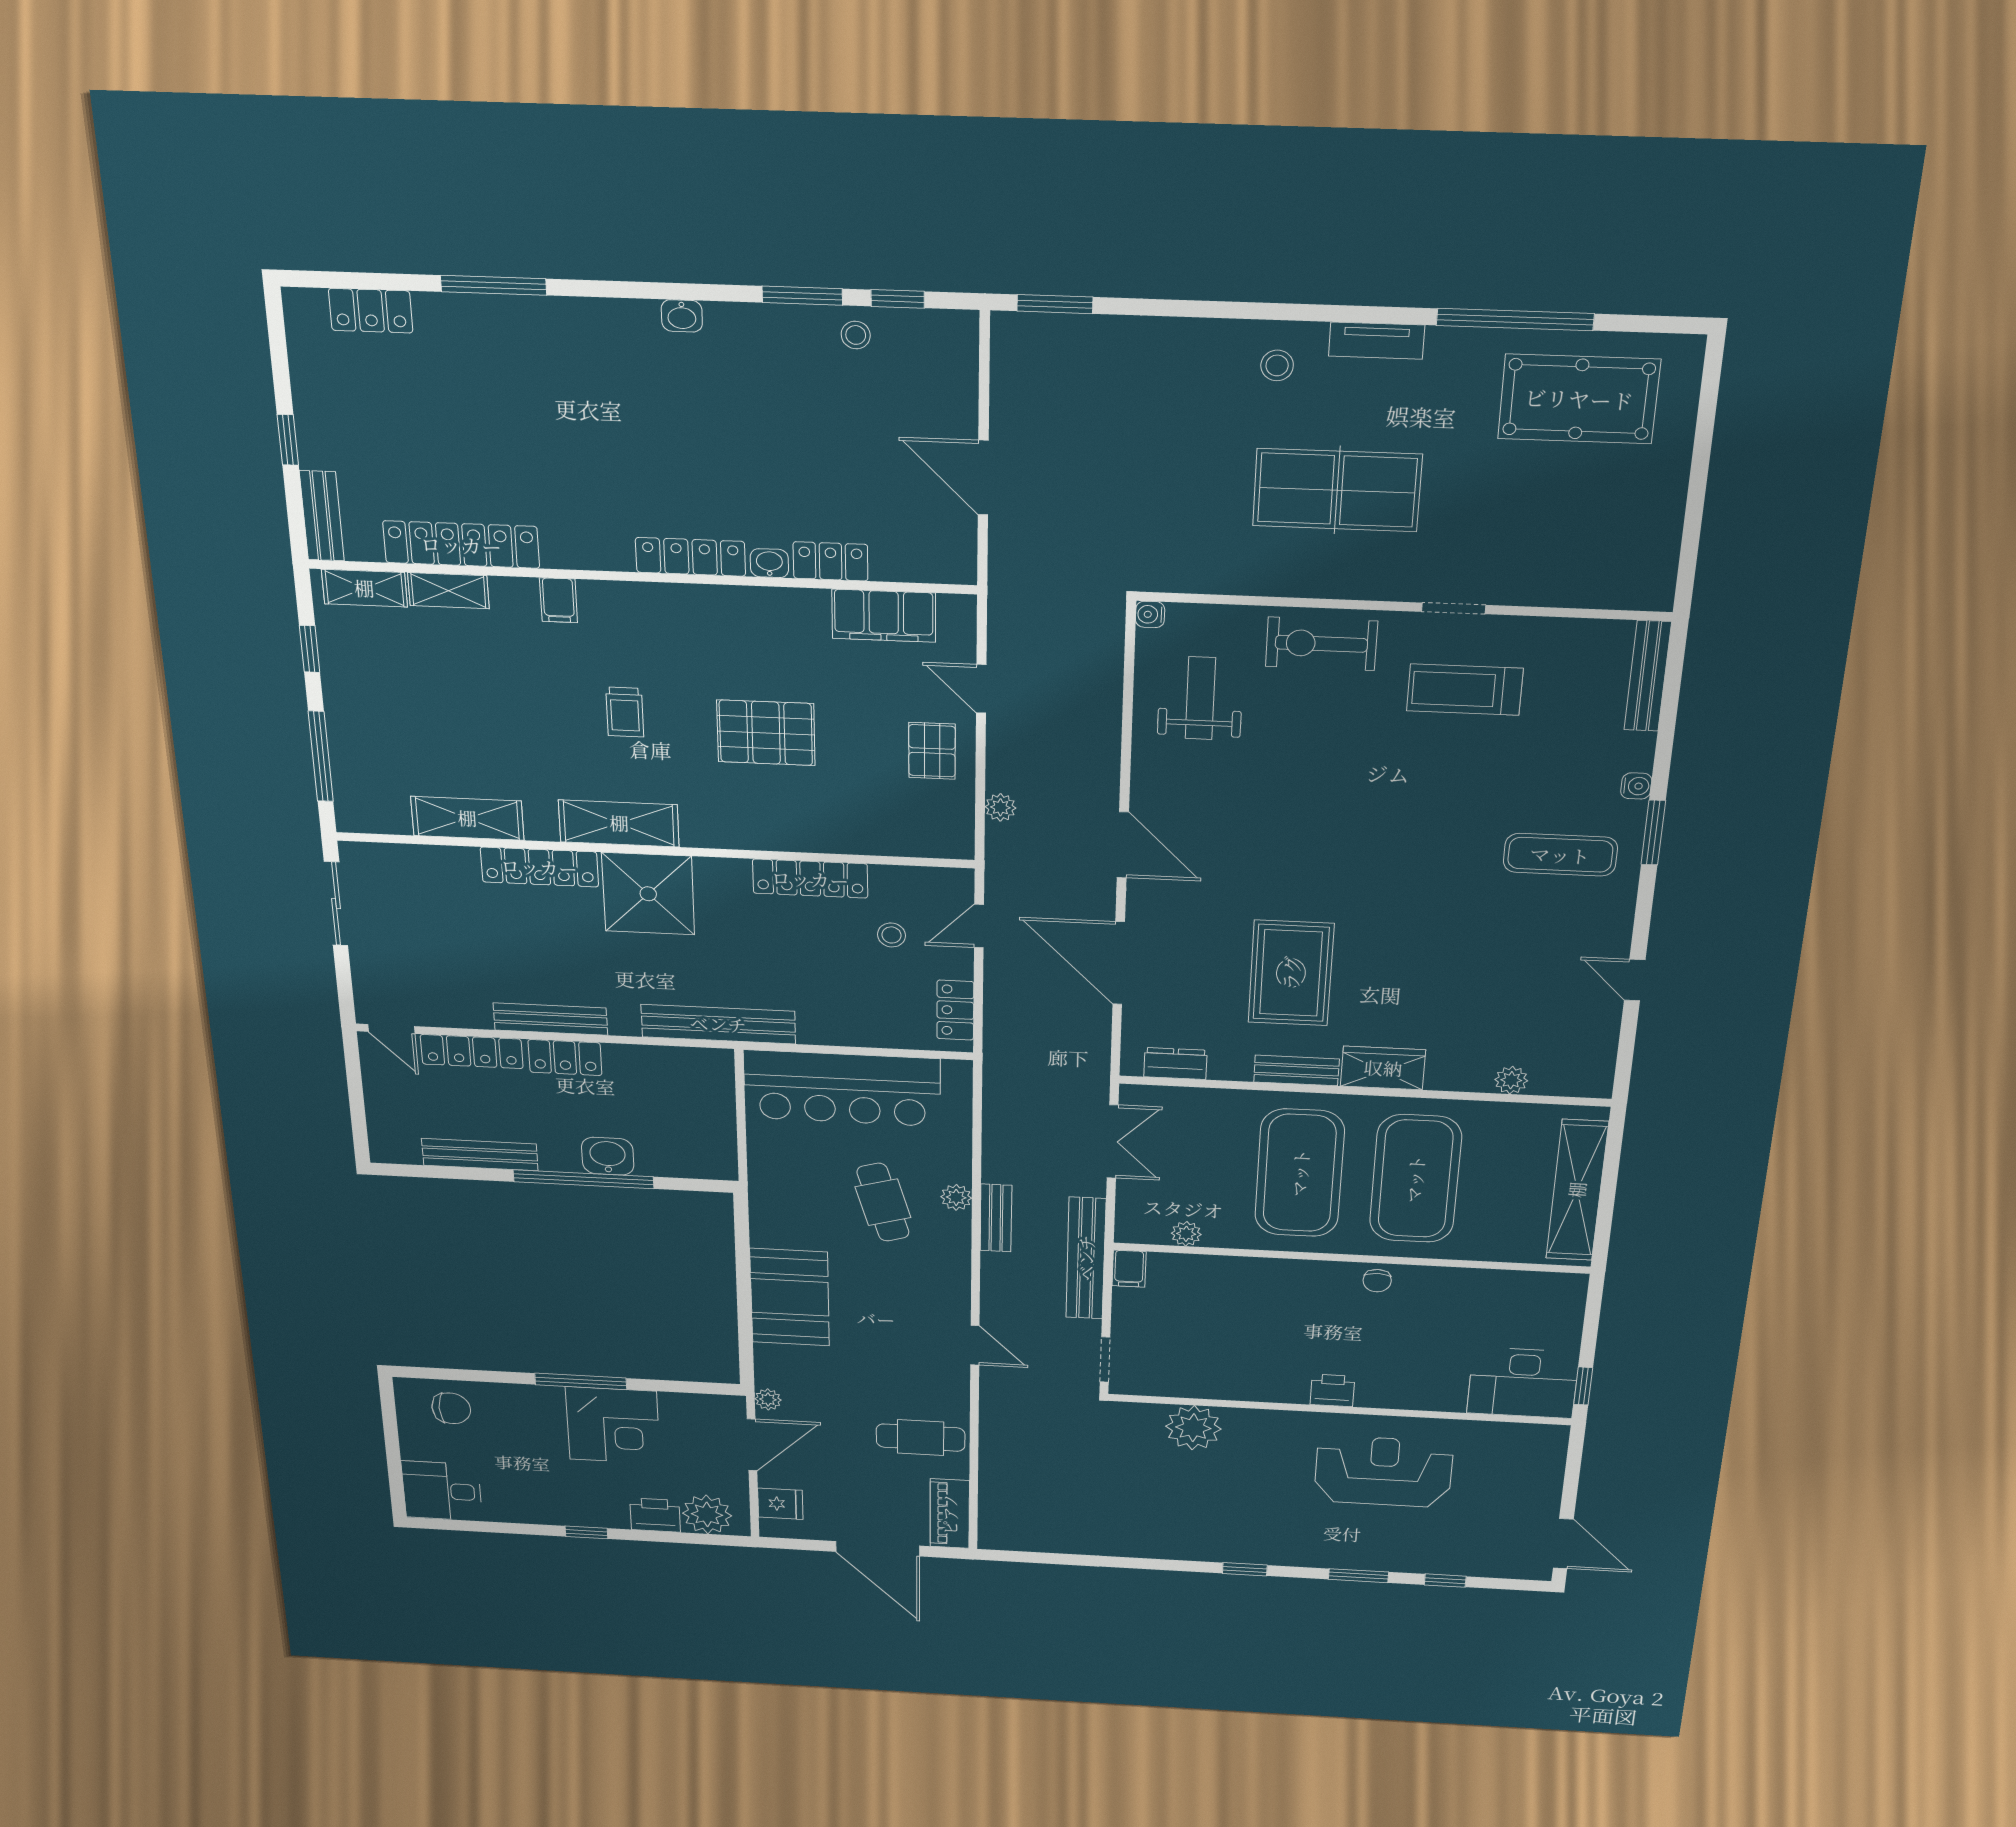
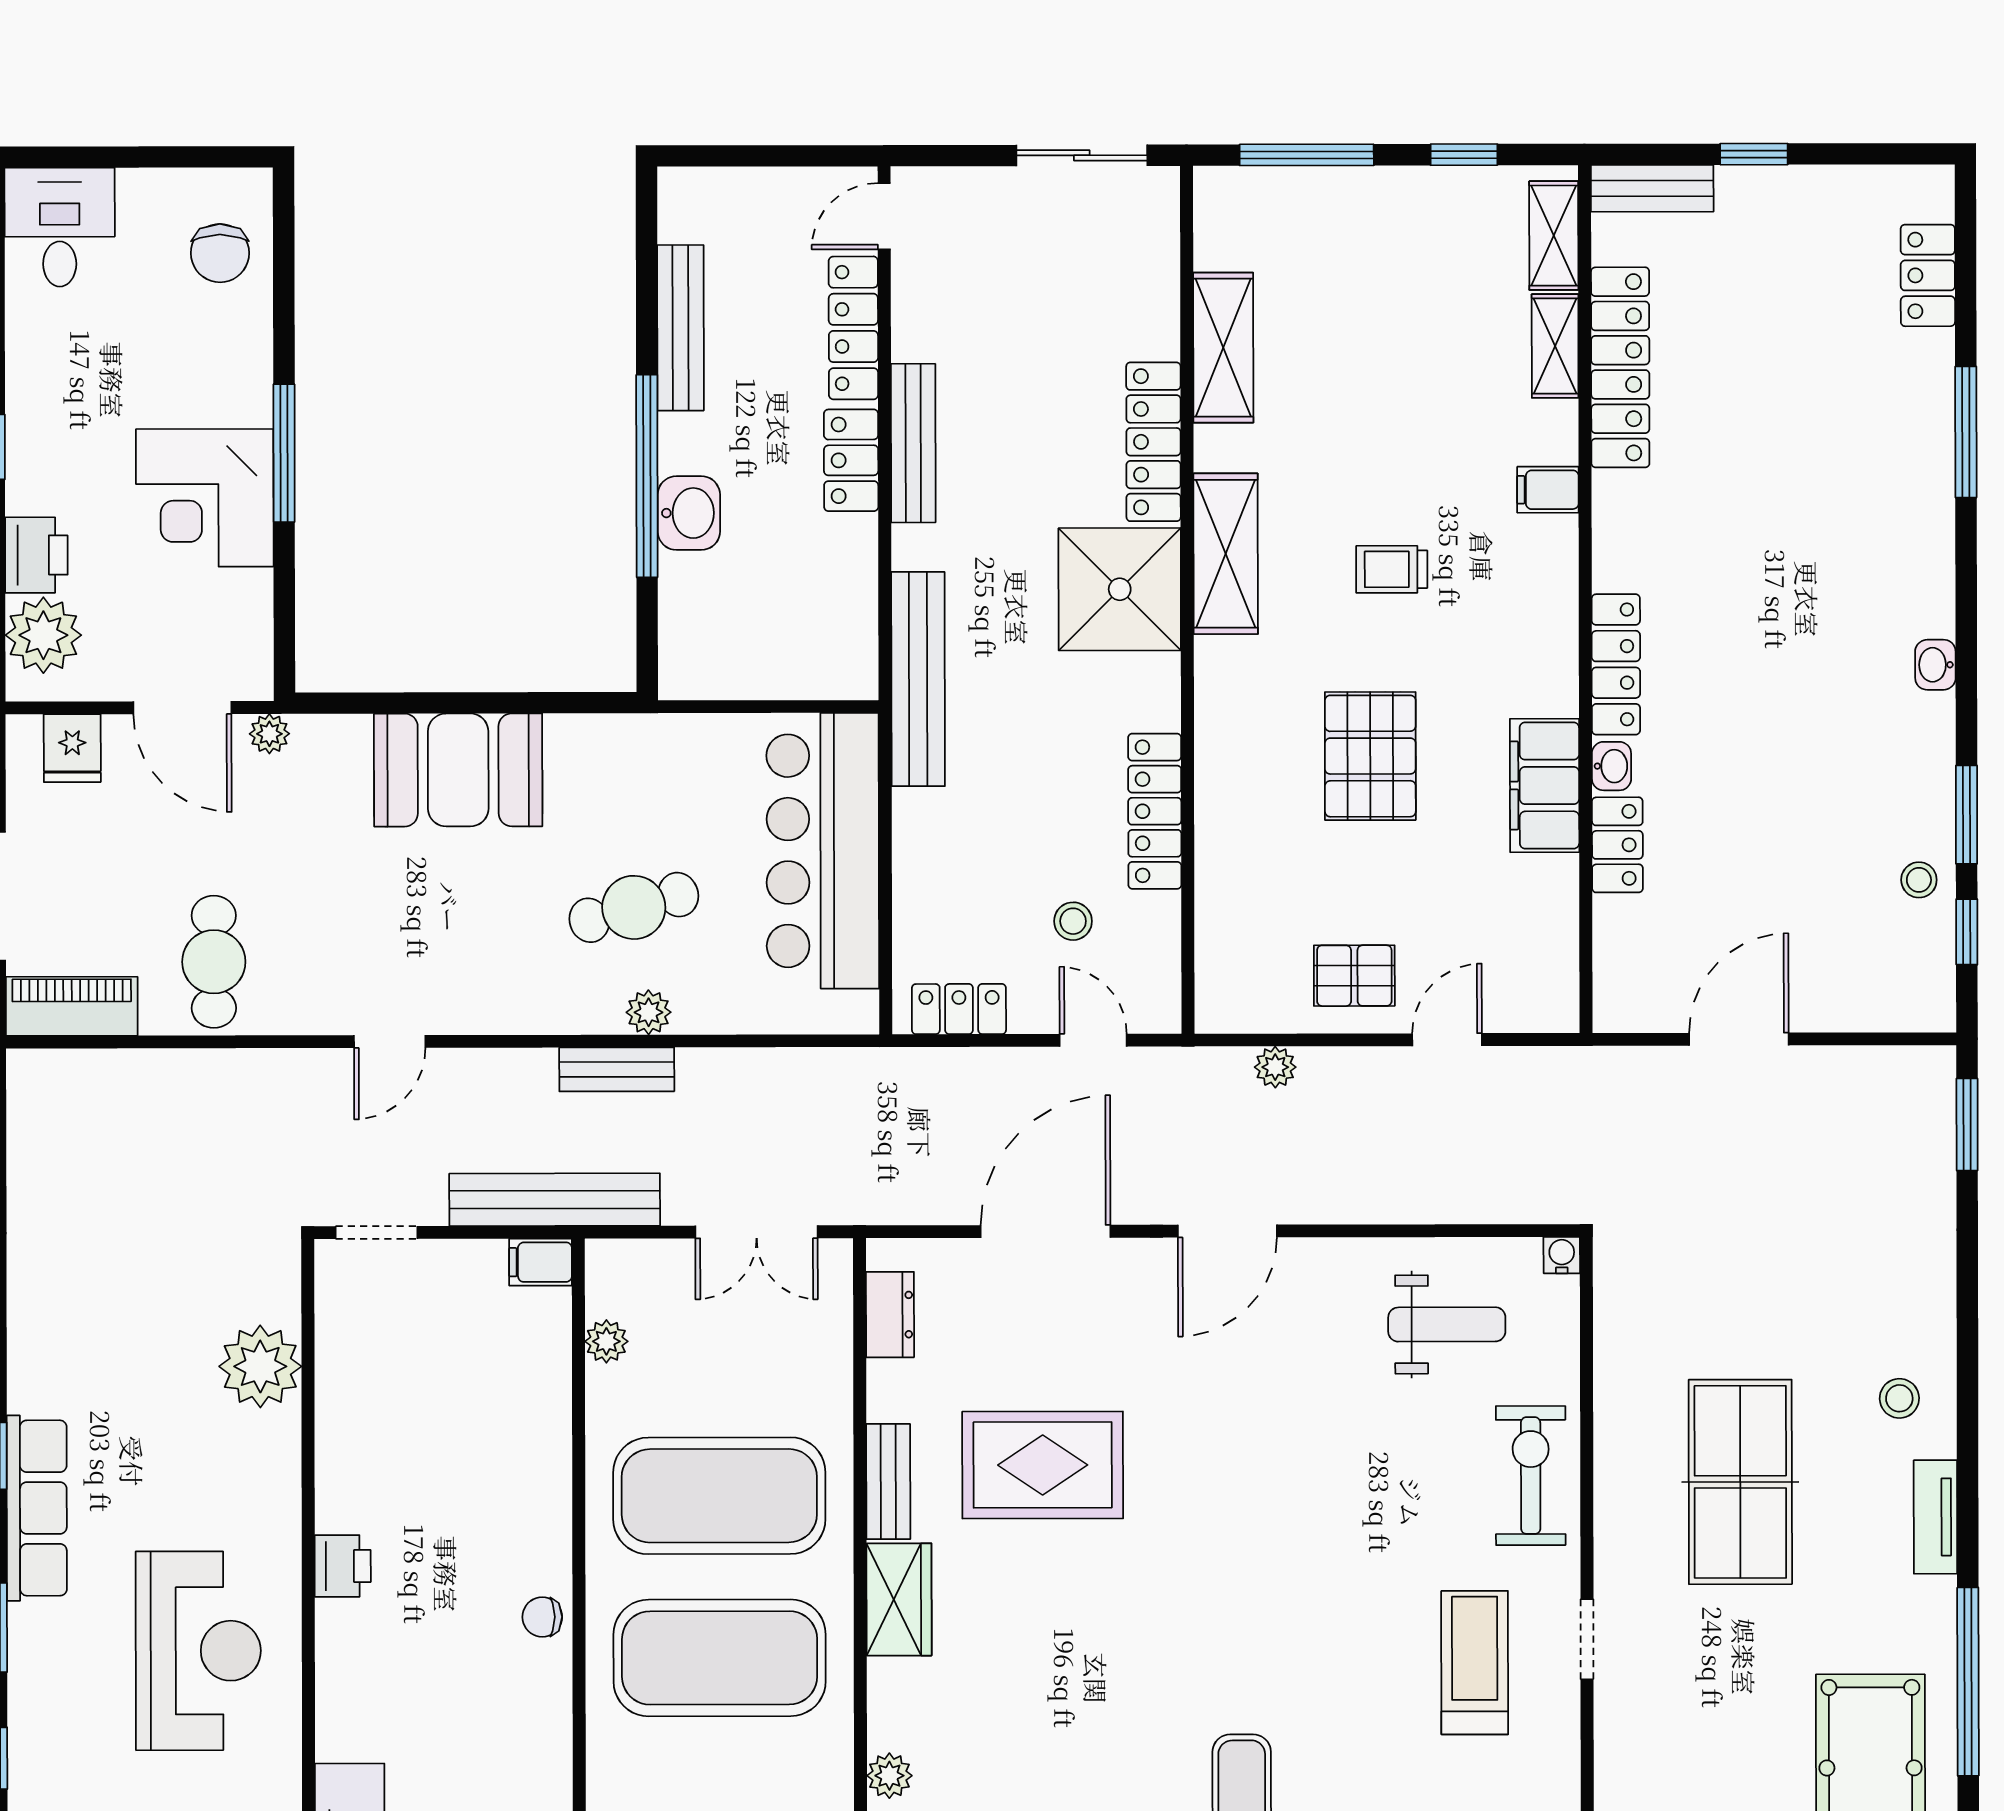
filing cabinet: (884, 616) -> (1545, 785), moved
row of seats: (1281, 1550) -> (37, 1508), added

